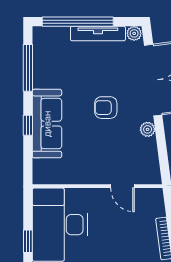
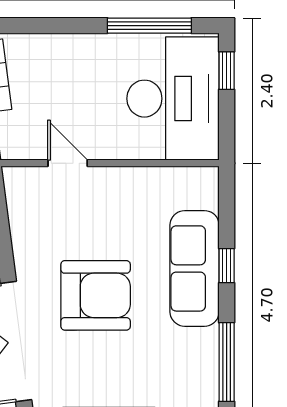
armchair: (106, 108) -> (96, 295), width x1.88, depth x1.88
plant: (148, 129) -> (25, 259), removed

